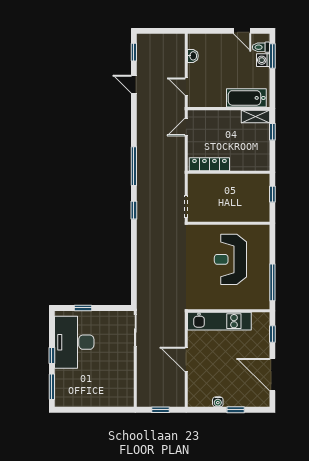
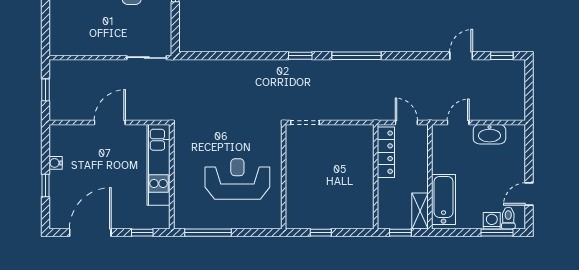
washbasin: (193, 56) -> (489, 134), width x1.91, depth x1.45
locker: (209, 164) -> (386, 152), moved
wall: (229, 172) -> (376, 177), moved

